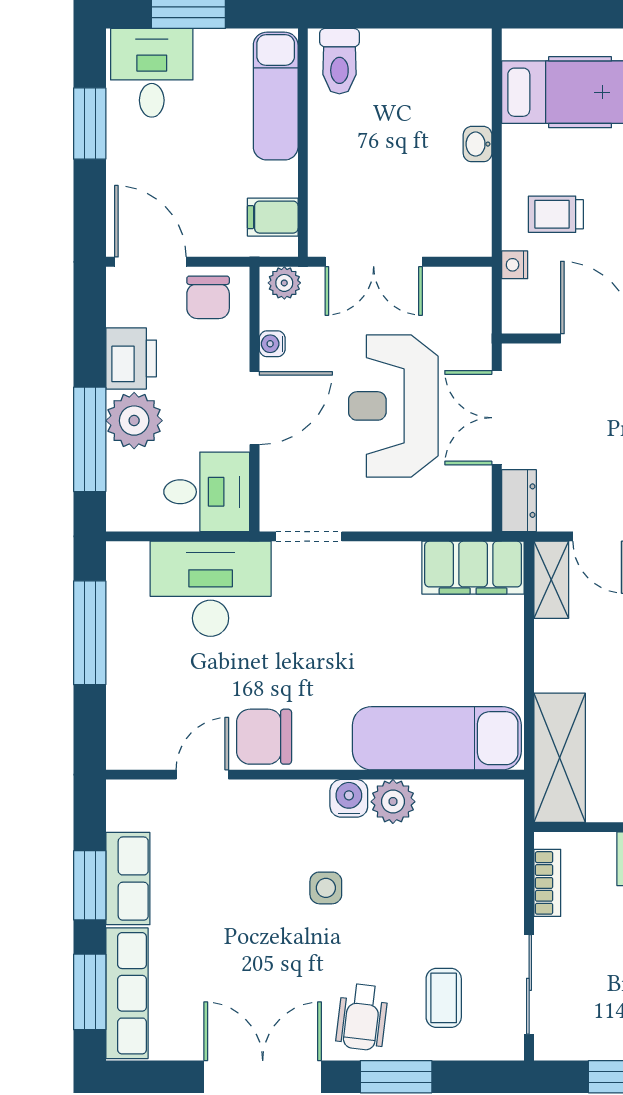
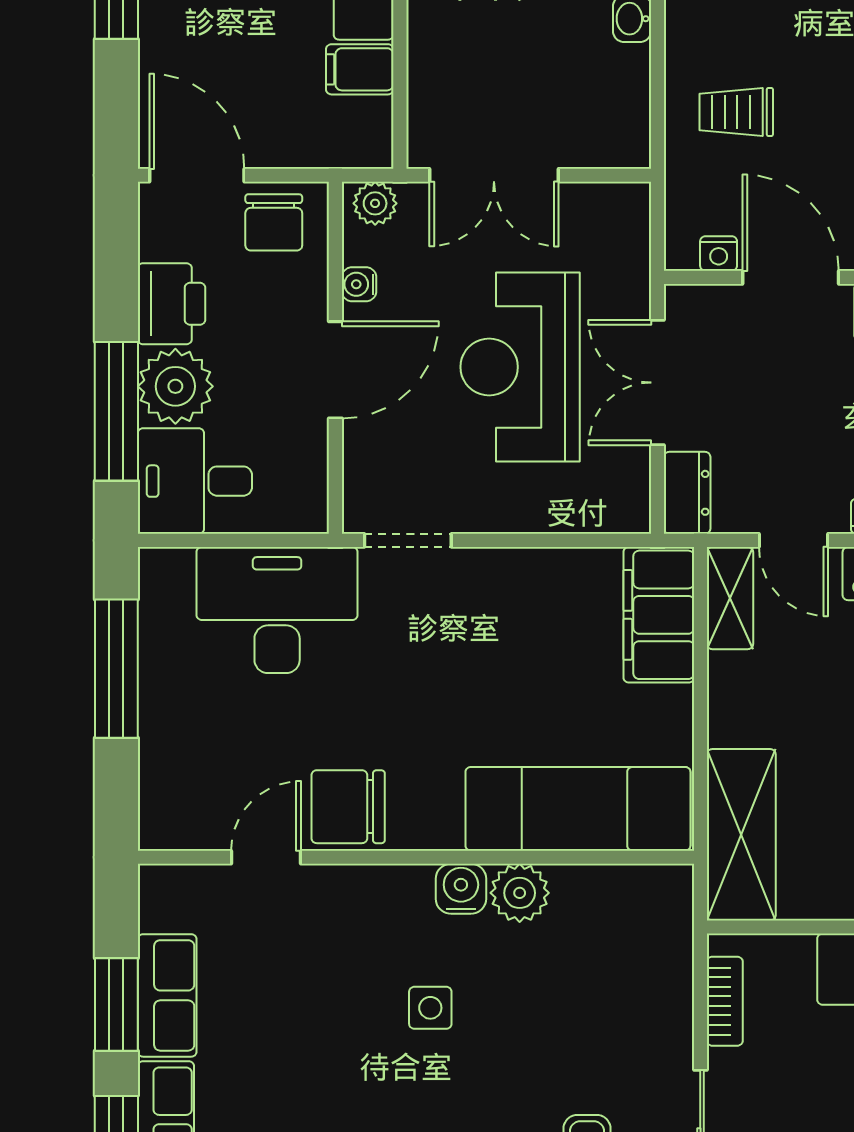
filing cabinet: (273, 217) -> (360, 69), moved
nightstand: (515, 265) -> (719, 254), moved, turned -90
desk: (207, 492) -> (195, 481), moved, turned 180
filing cabinet: (473, 568) -> (659, 615), moved, turned 90

